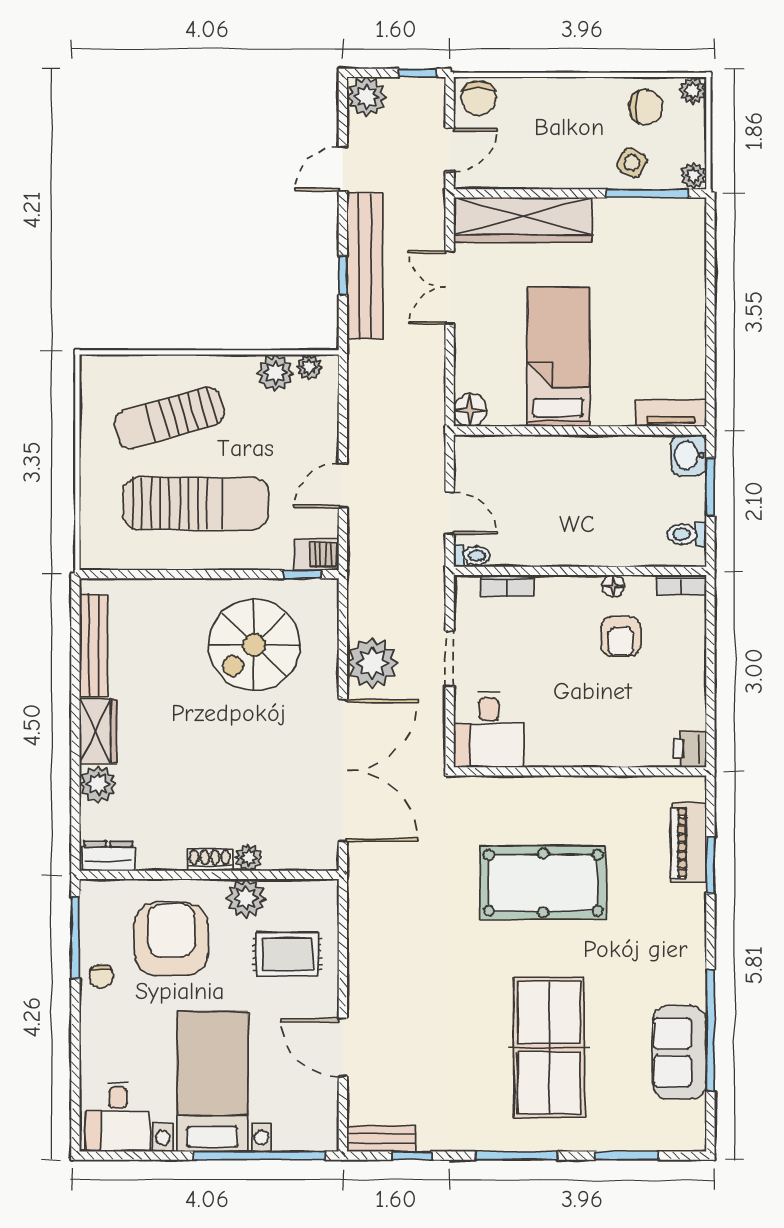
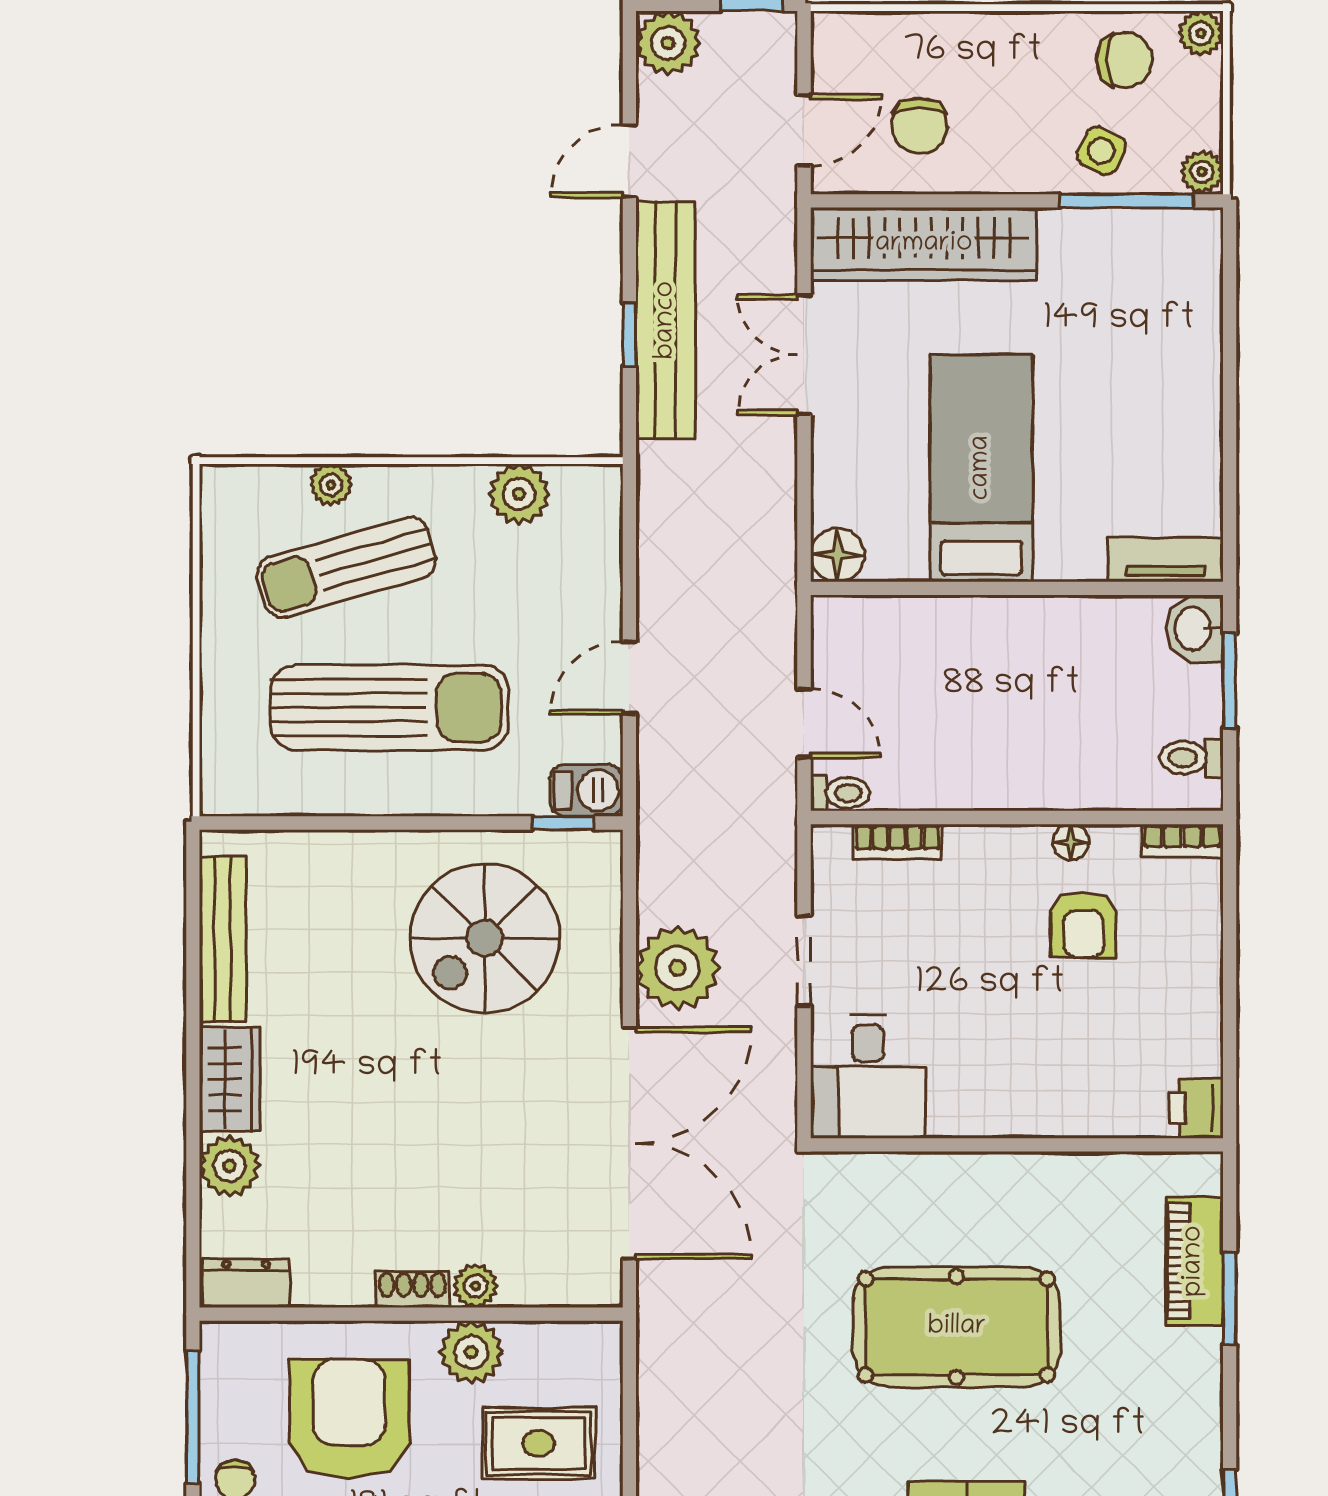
chair: (479, 98) -> (920, 126), moved
plant: (309, 367) -> (331, 485), moved

